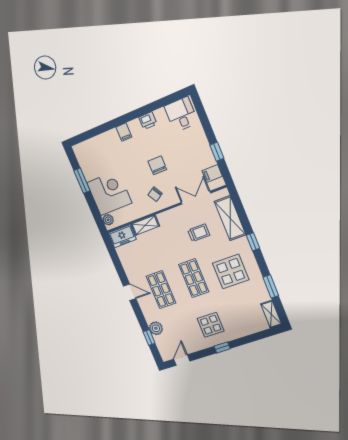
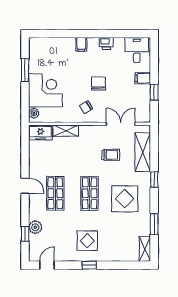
filing cabinet: (212, 173) -> (143, 78), moved

